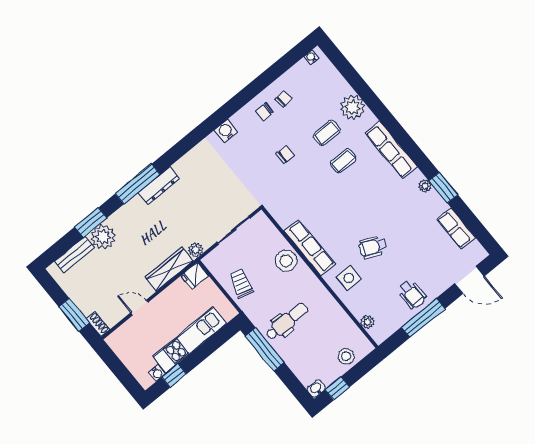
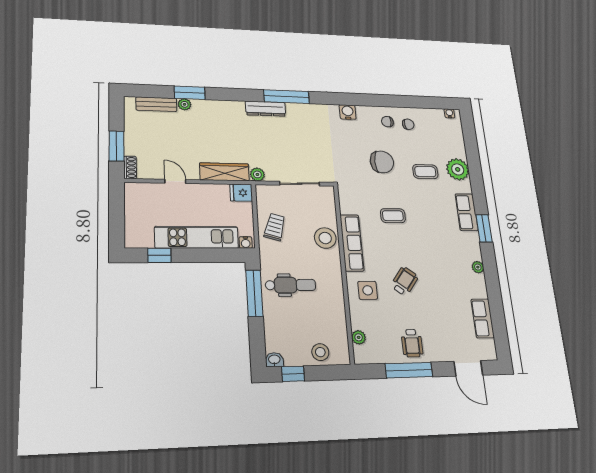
row of seats: (391, 150) -> (467, 212), width x0.68
chair: (285, 154) -> (382, 162), width x1.87, depth x1.87
coffee table: (343, 161) -> (393, 216), moved
window: (138, 184) -> (286, 97), moved
window: (443, 188) -> (484, 228), moved
plant: (103, 237) -> (184, 104), width x0.53, depth x0.53
wheelchair: (373, 247) -> (404, 281), turned 103
water cooler: (157, 373) -> (246, 243), moved

